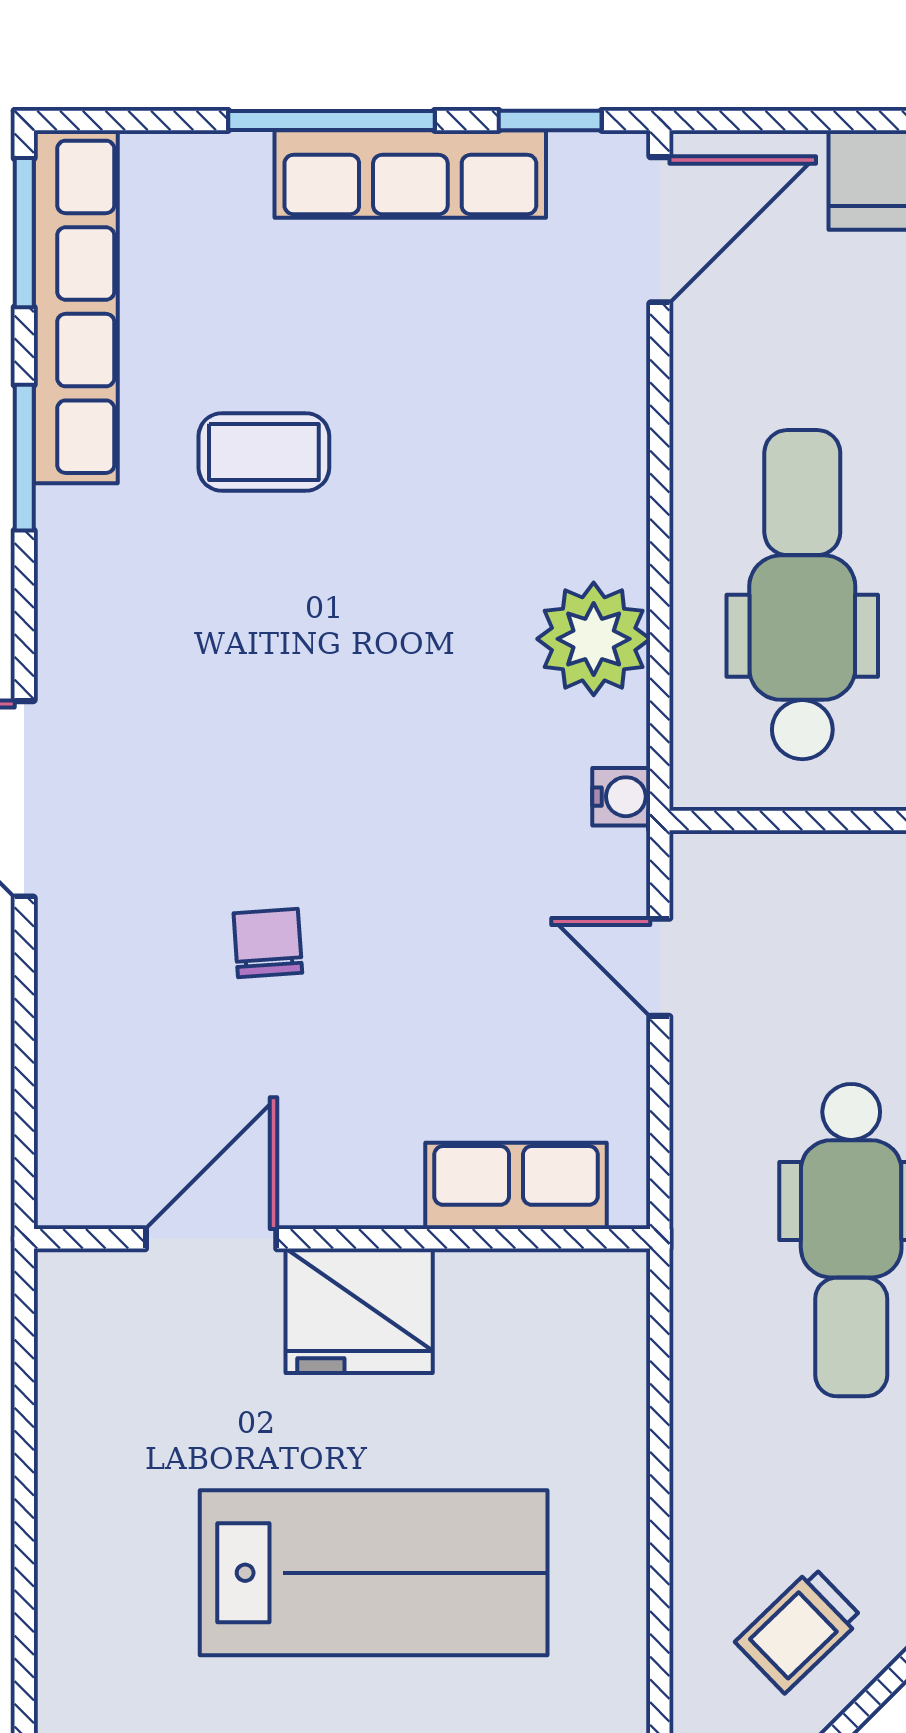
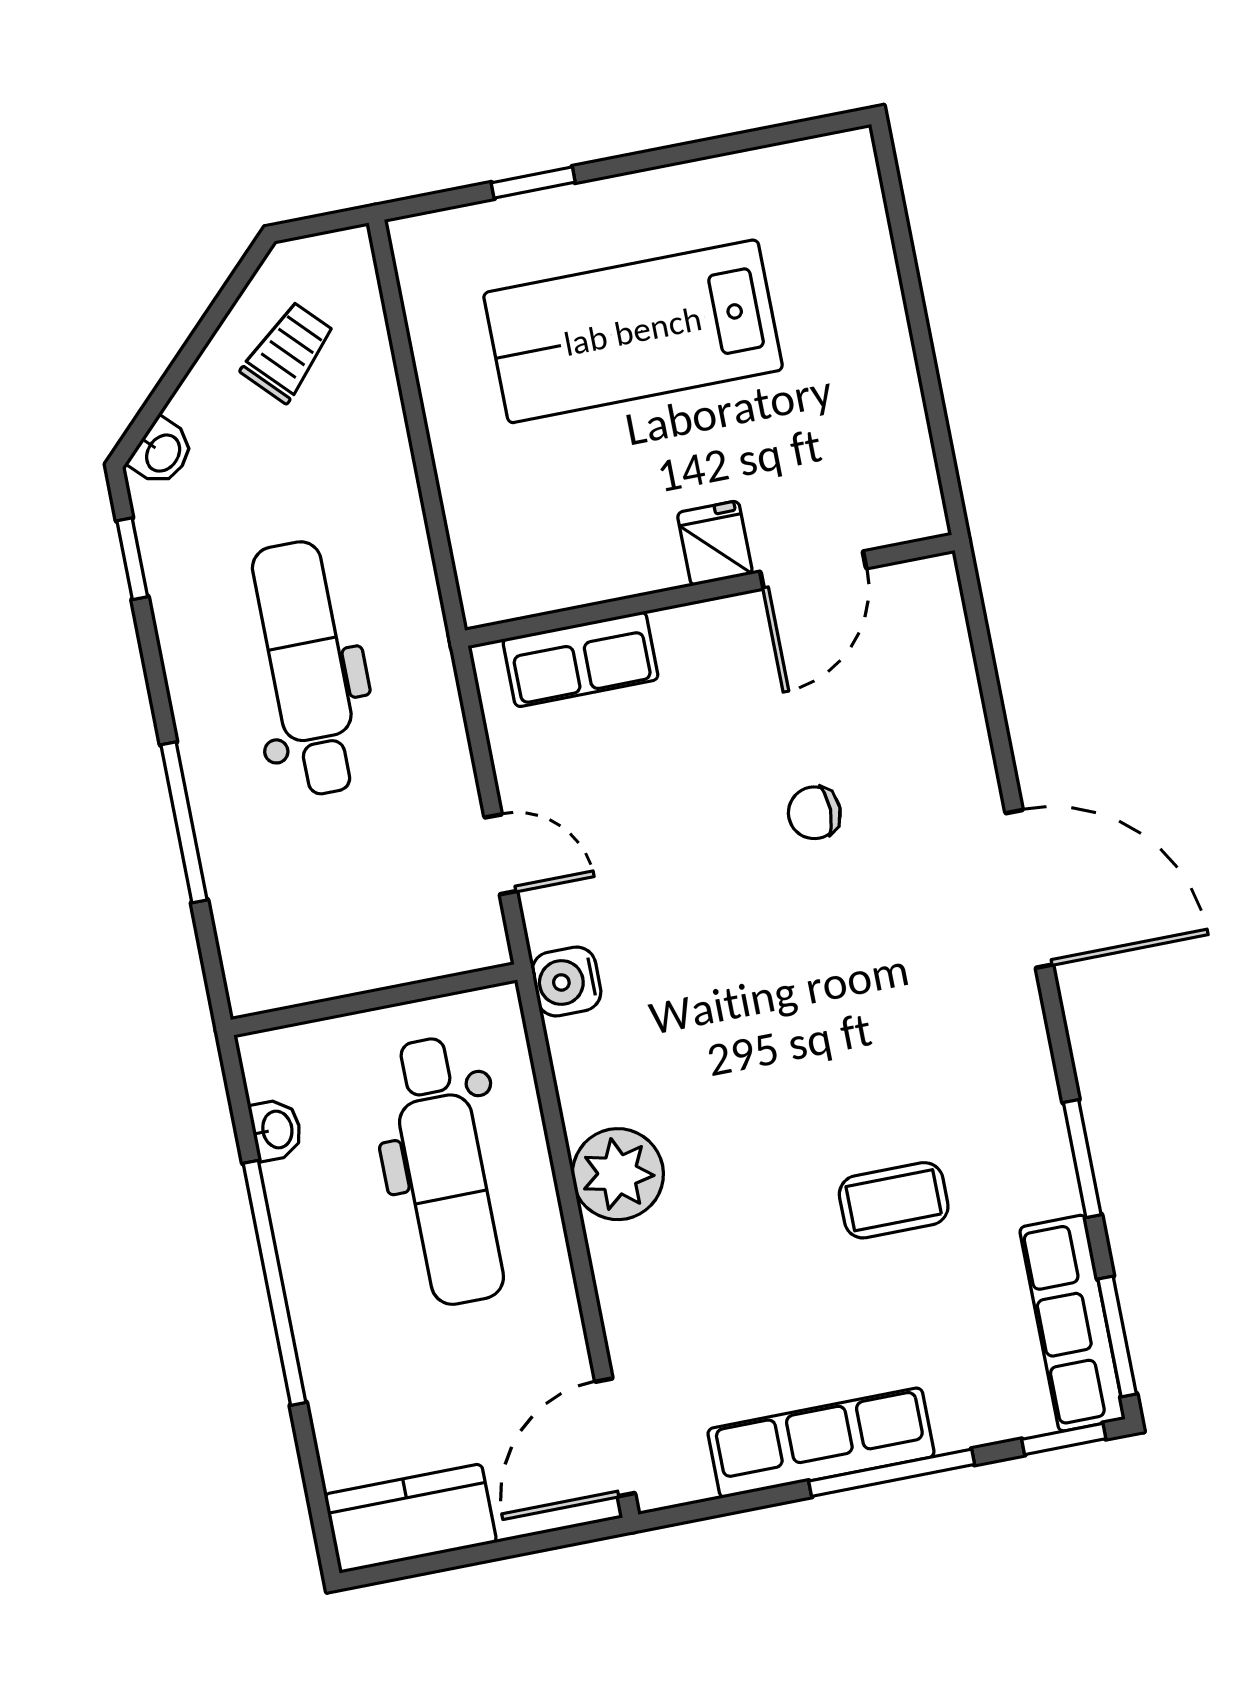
window: (550, 120) -> (1064, 1439), moved
row of seats: (76, 307) -> (1072, 1323), width x0.73
plant: (594, 639) -> (618, 1174), moved
water cooler: (621, 797) -> (566, 981), width x1.38, depth x1.38
chair: (268, 943) -> (814, 813), turned 94
fridge: (359, 1311) -> (715, 543), width x0.53, depth x0.75

